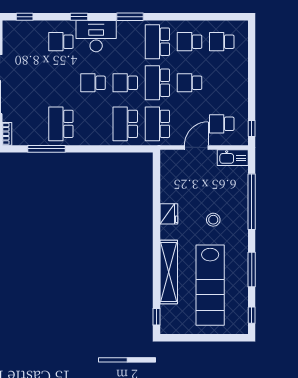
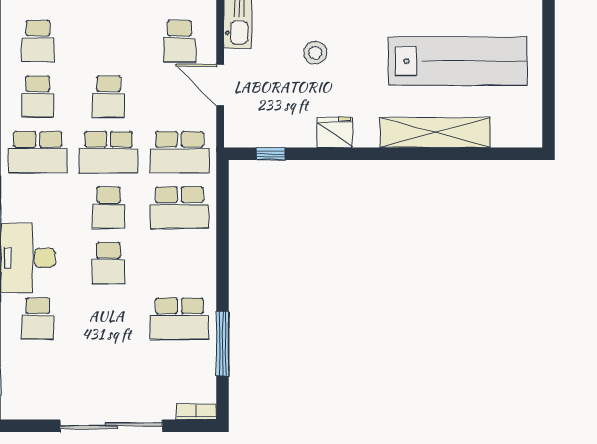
stool: (213, 220) -> (315, 53), moved
window: (156, 317) -> (271, 154), moved

